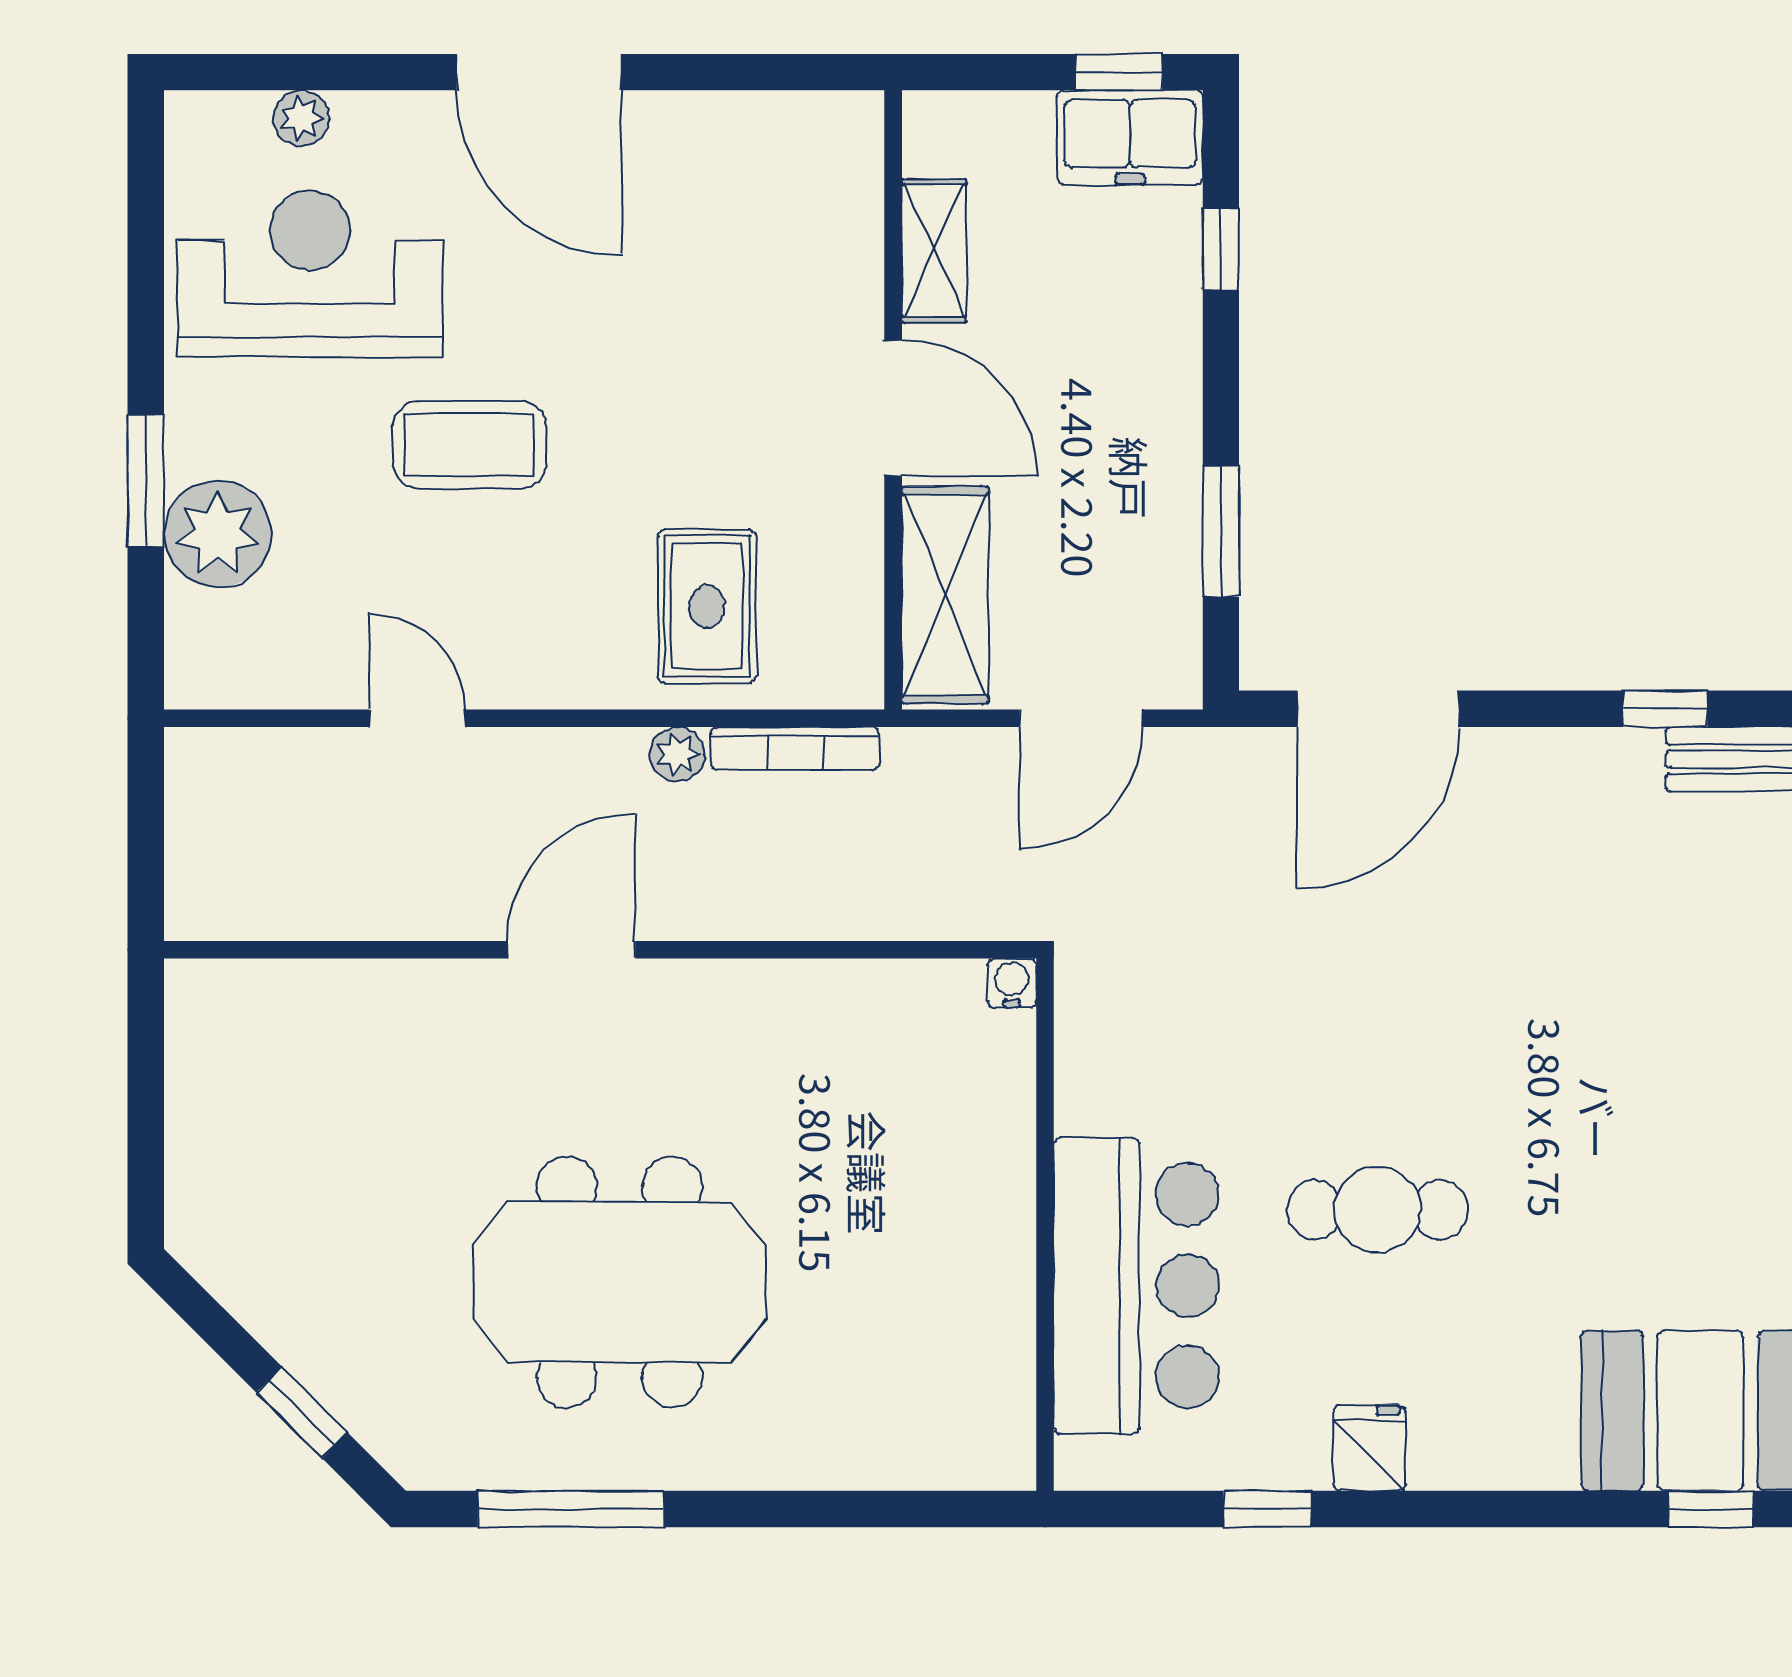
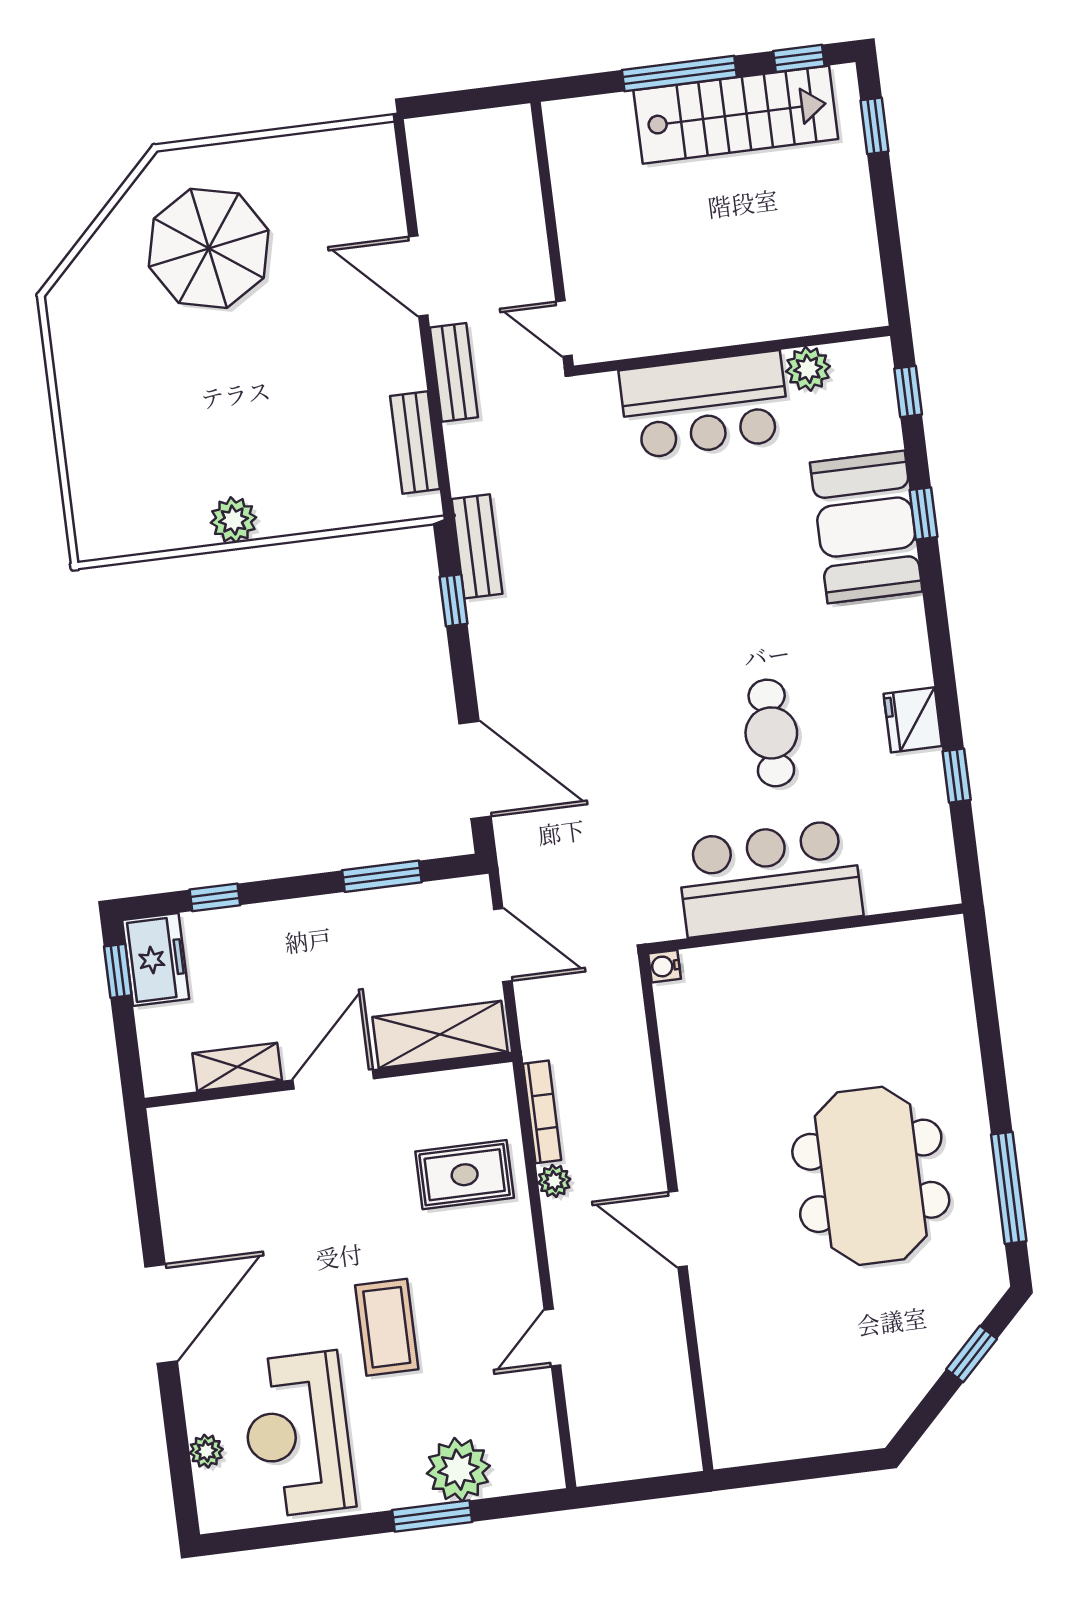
bar counter: (1136, 1286) -> (770, 878), moved
fridge: (1369, 1448) -> (913, 720), width x1.38

